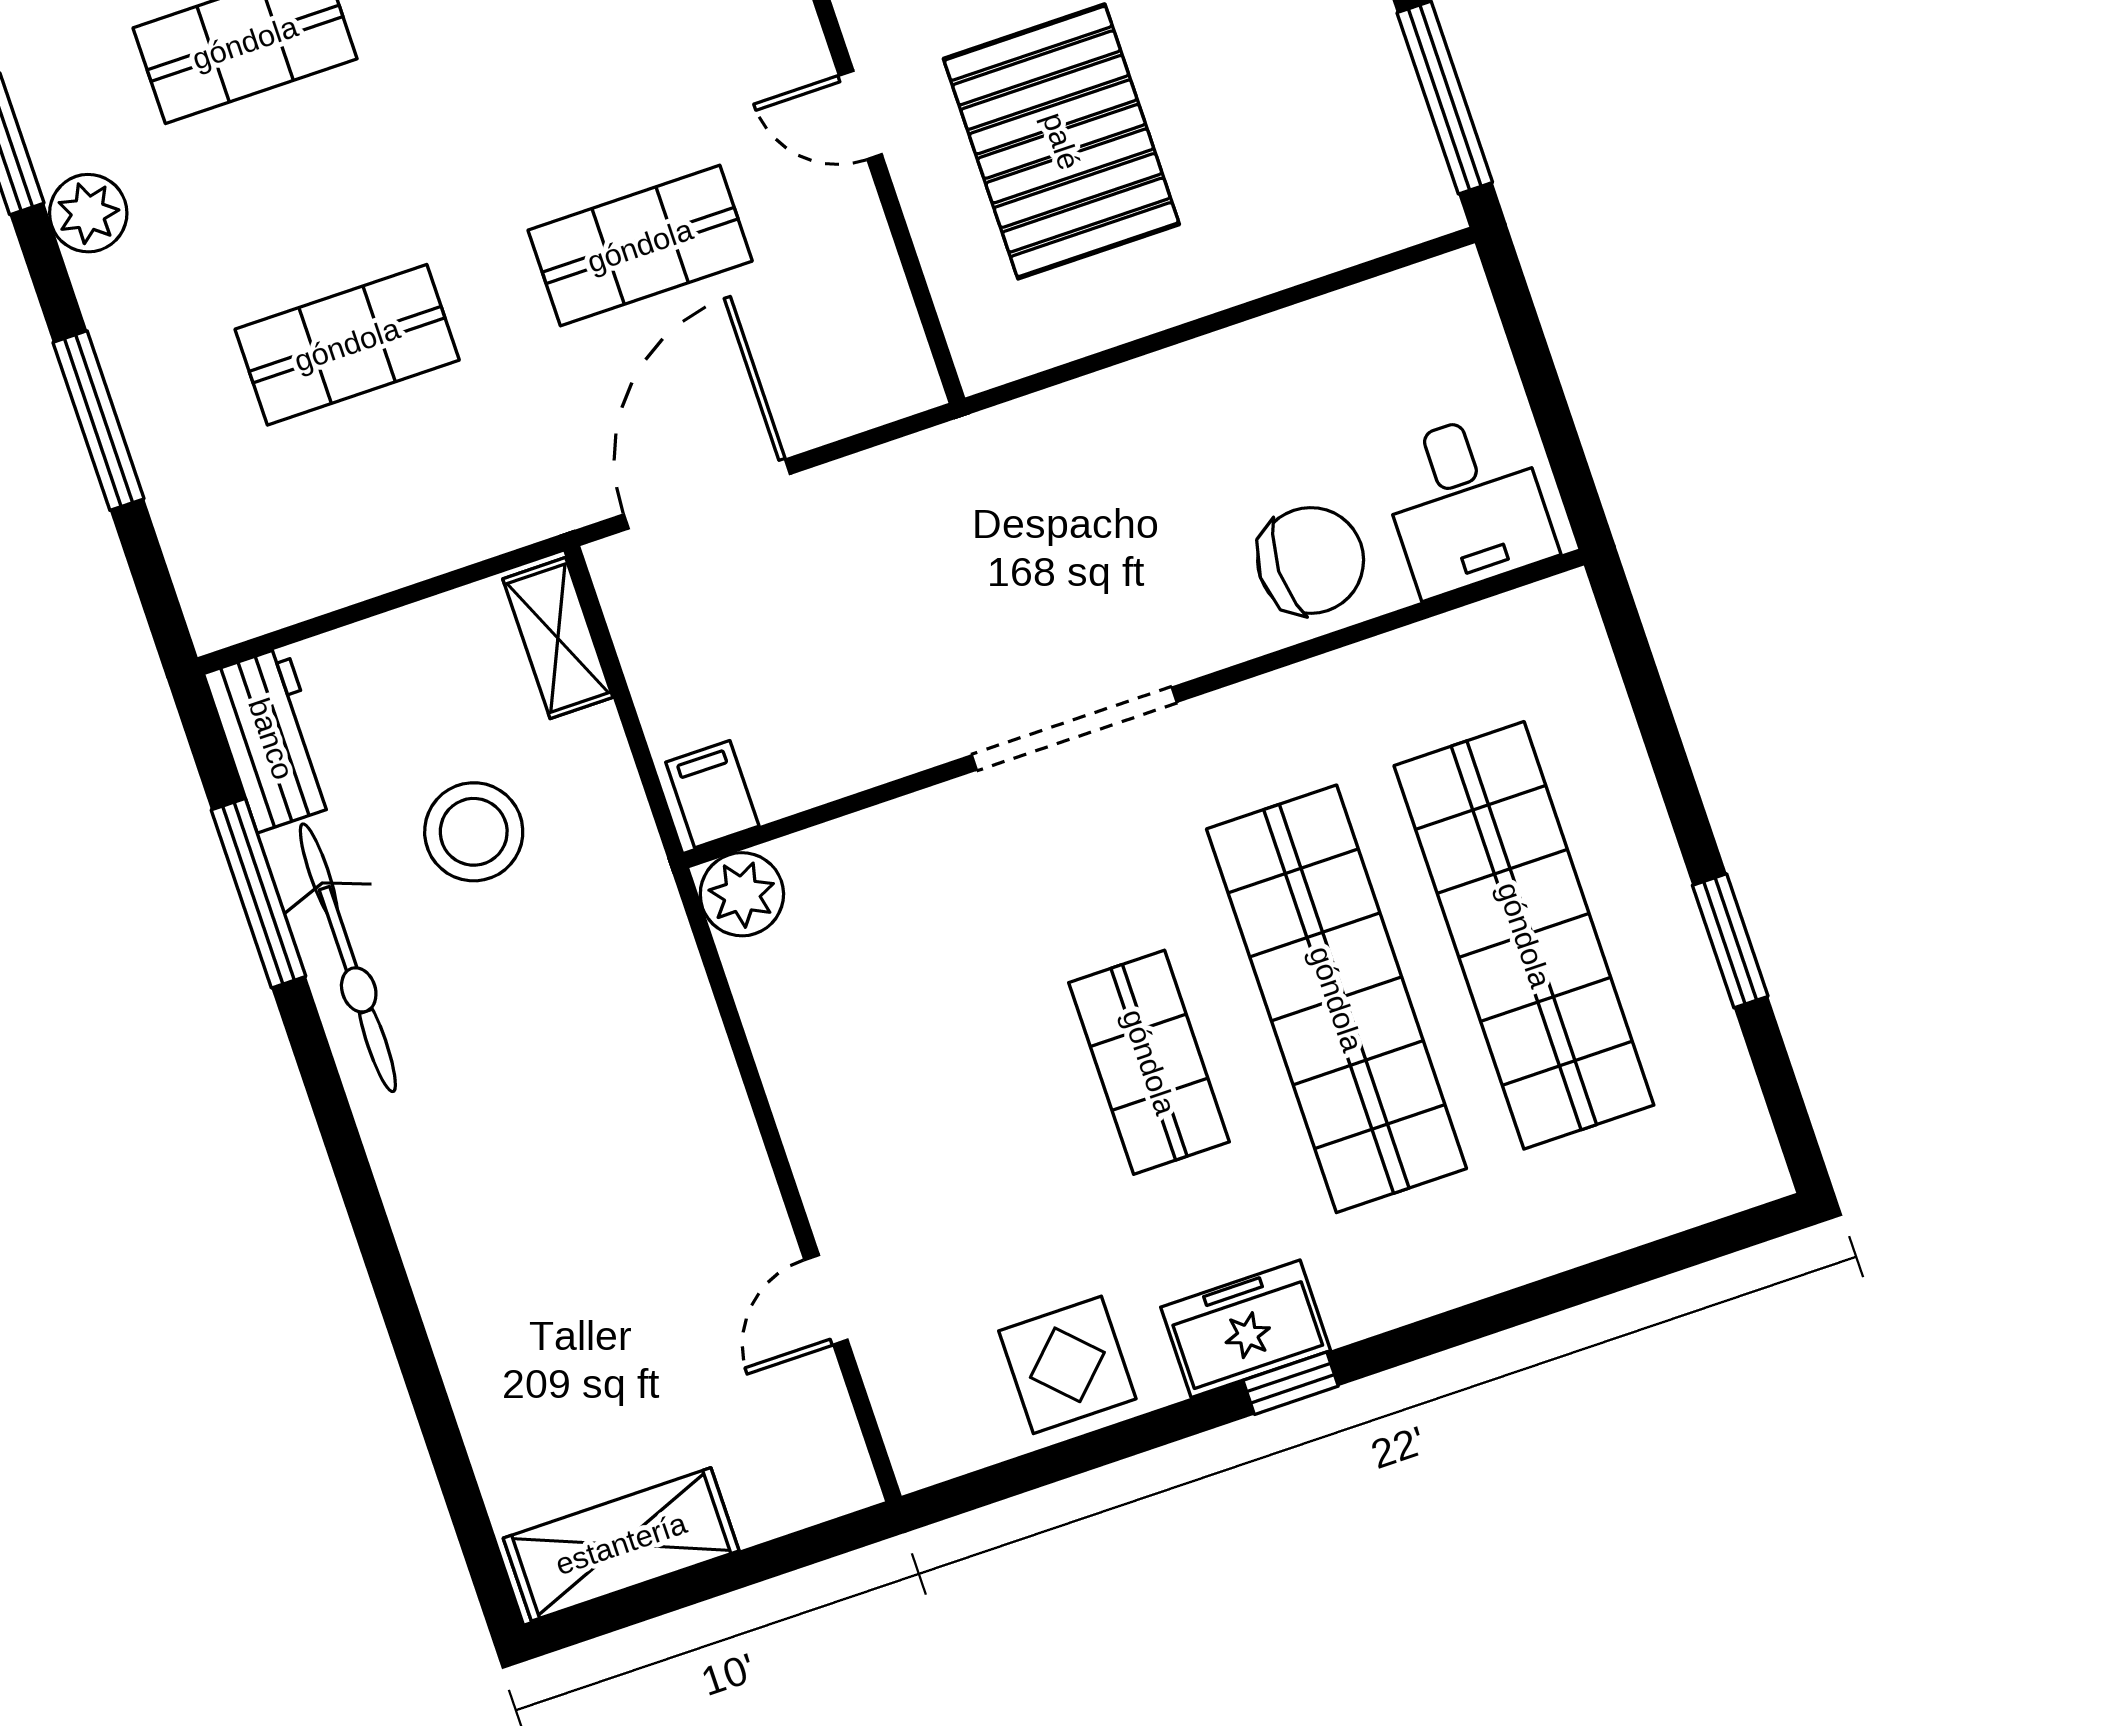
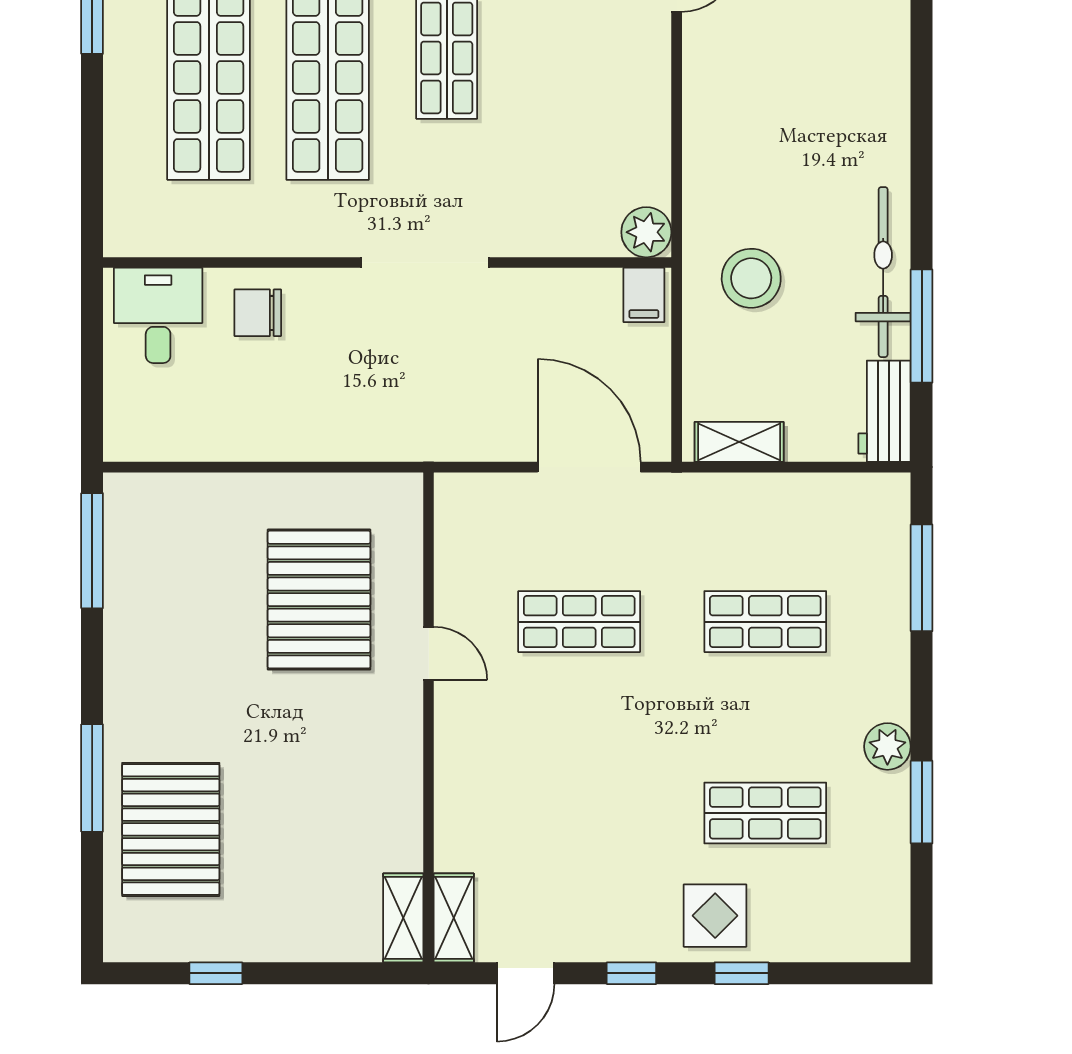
window: (98, 421) -> (922, 578), moved
door: (707, 494) -> (589, 467), swing flipped
chair: (1311, 560) -> (258, 313), width x0.73, depth x0.73
shelving: (558, 638) -> (739, 442), moved, turned 90
stool: (474, 832) -> (751, 278), moved

